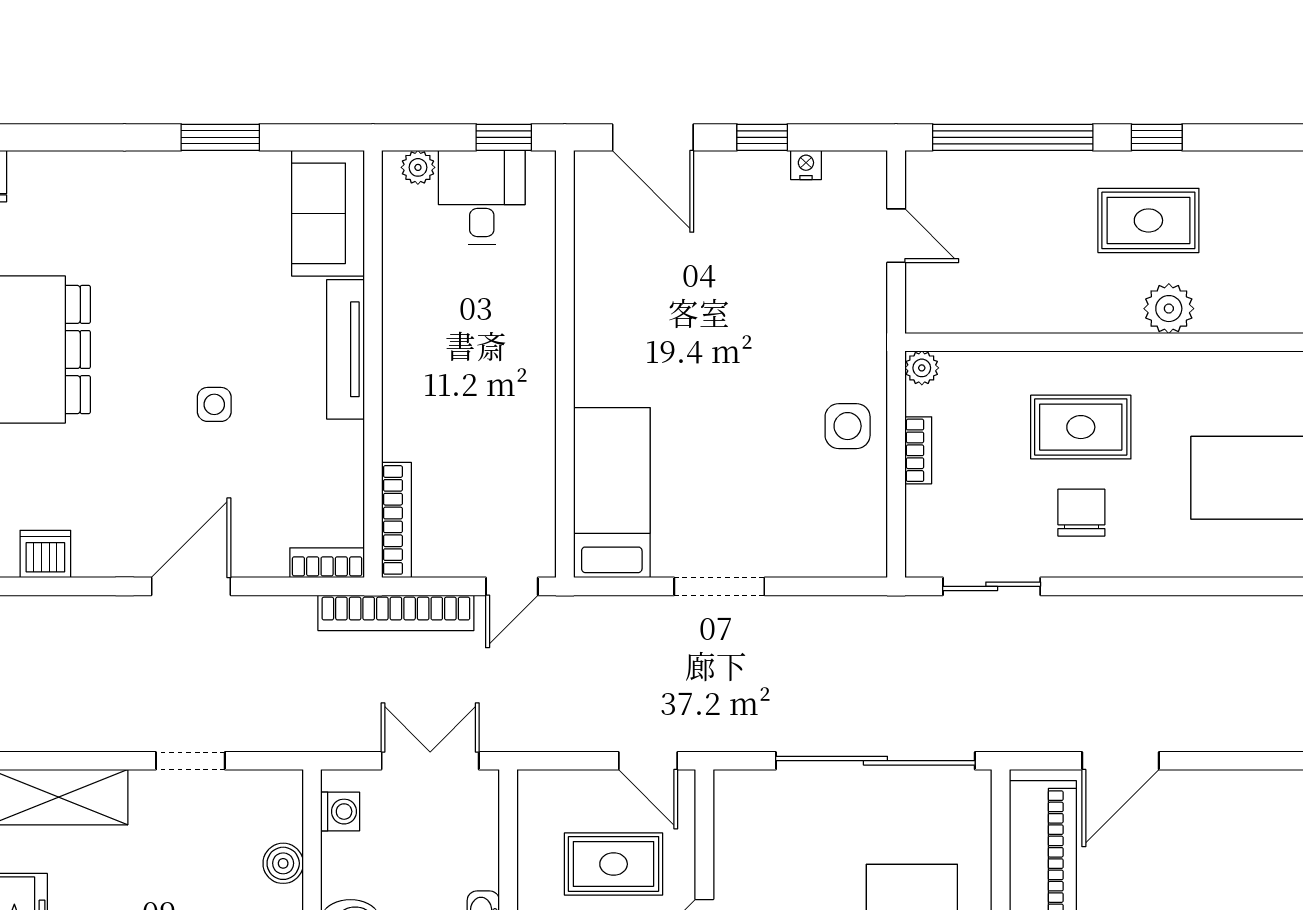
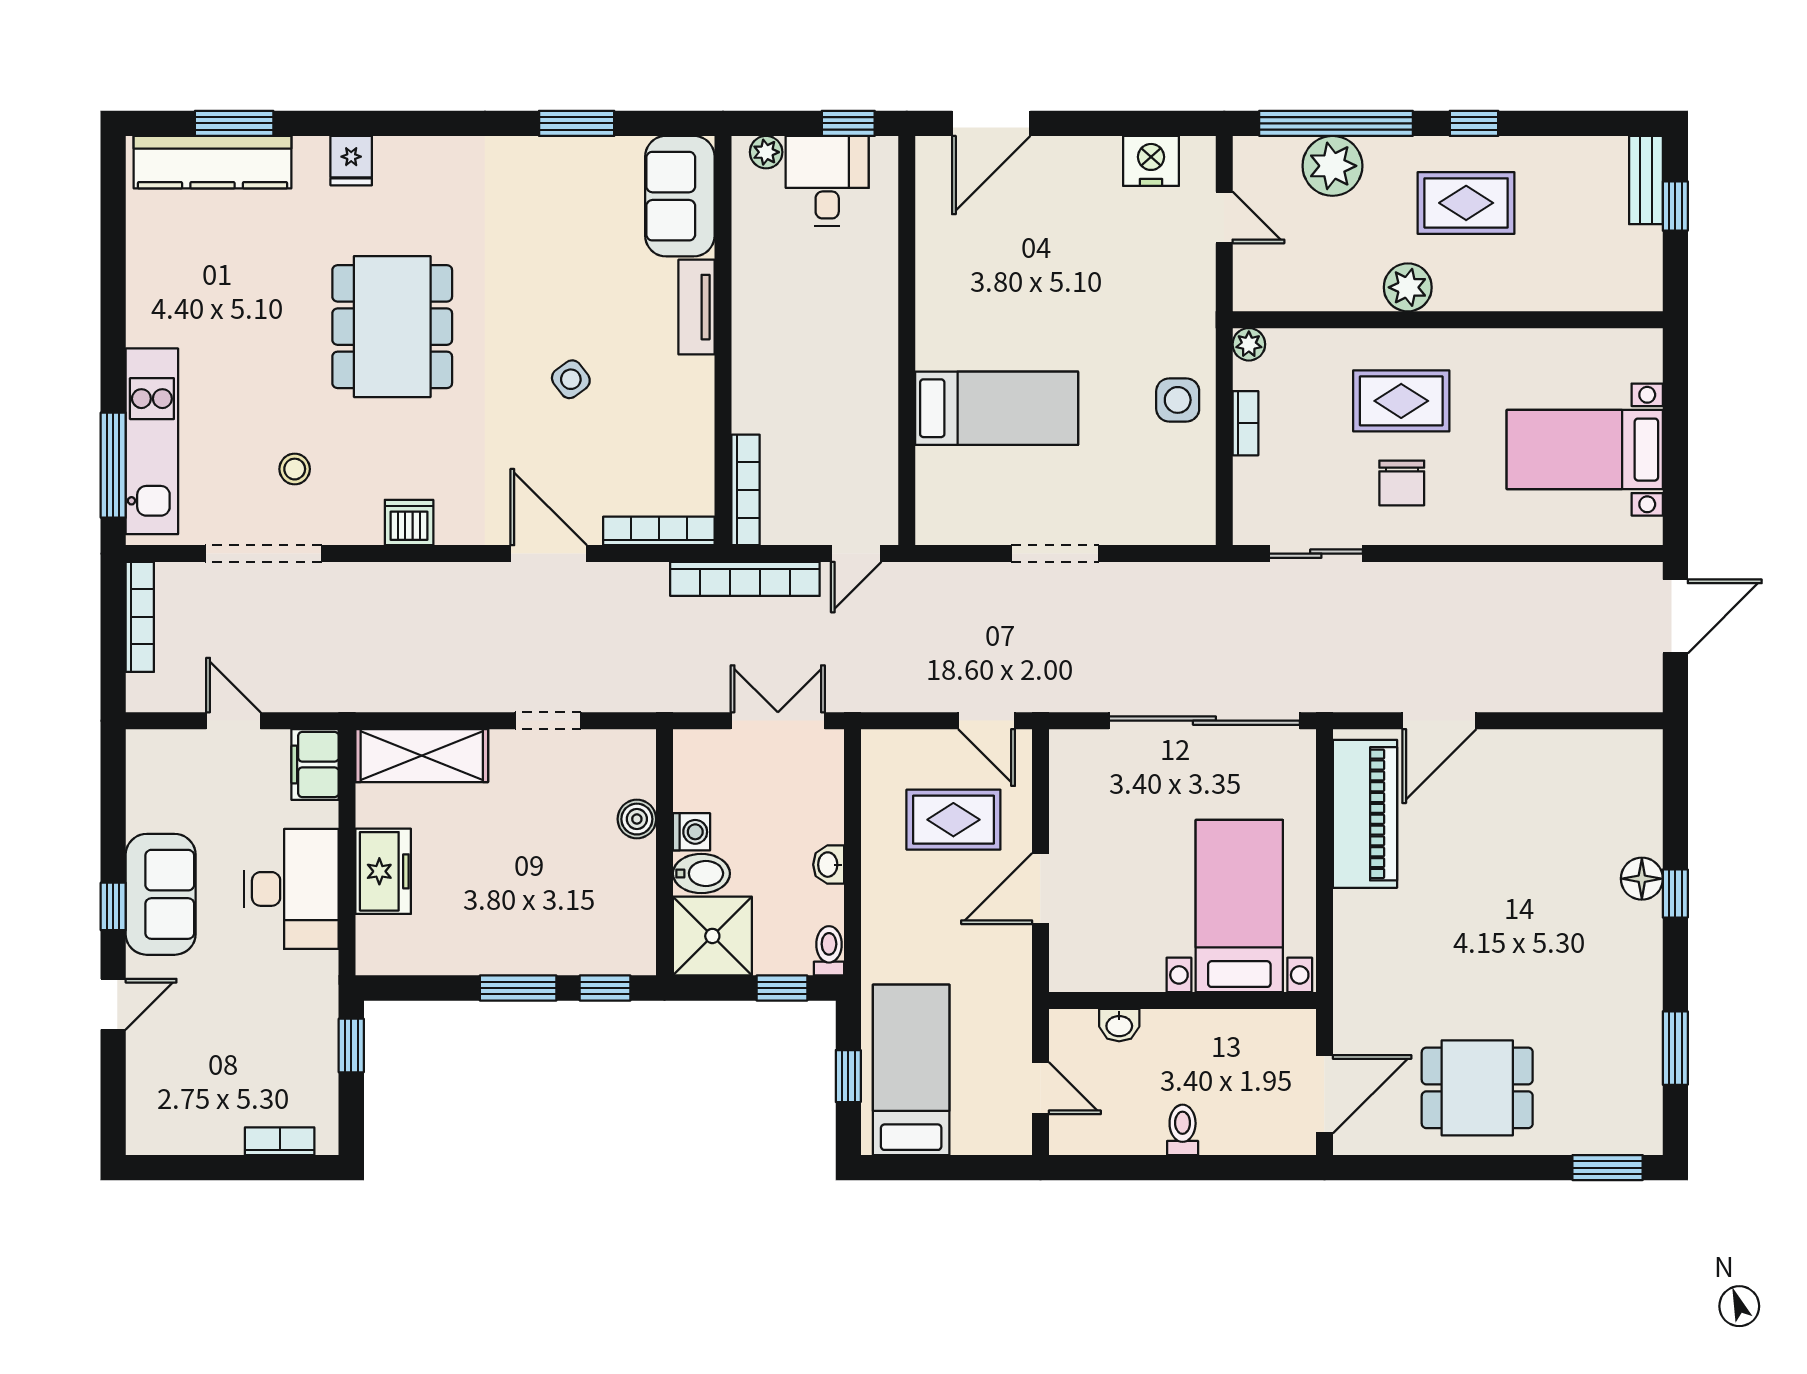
door: (653, 137) -> (991, 123), hinge flipped
window: (762, 137) -> (1096, 123), removed
nightstand: (806, 165) -> (1151, 161), width x1.89, depth x1.79
plant: (1009, 182) -> (1332, 166), added
plant: (1169, 309) -> (1408, 287), moved
tv unit: (345, 349) -> (697, 307), width x0.71
side table: (214, 404) -> (571, 379), turned -37
bed: (612, 493) -> (997, 408), moved, turned 90
chair: (1081, 513) -> (1402, 483), turned 180
bookcase: (327, 563) -> (659, 531), width x1.56
door: (191, 586) -> (549, 554), hinge flipped
washing machine: (340, 812) -> (691, 832), moved

